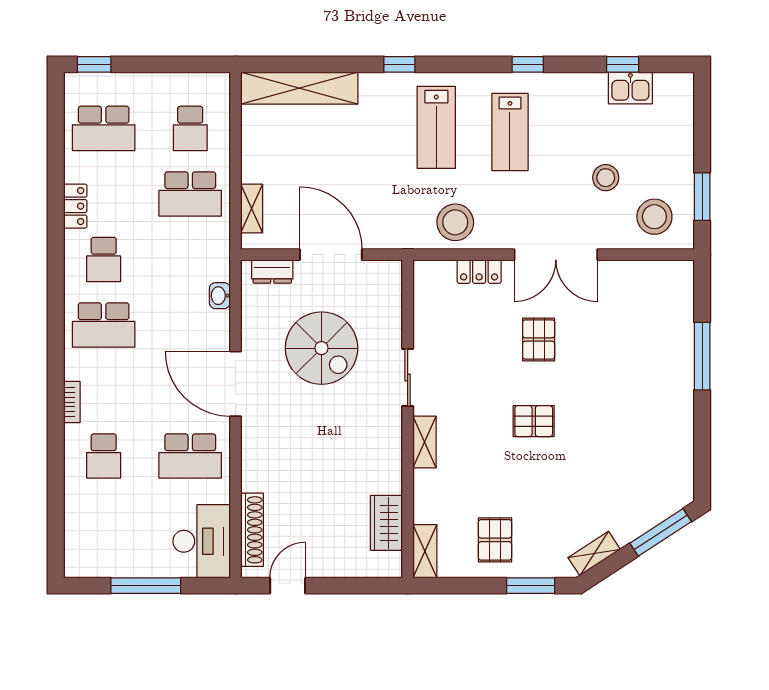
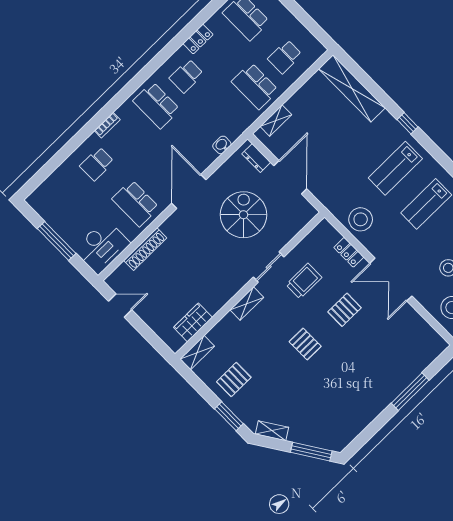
spiral stairs: (322, 348) -> (243, 215), turned 180
trolley: (462, 353) -> (304, 281), added
shoe rack: (252, 530) -> (145, 249), moved

